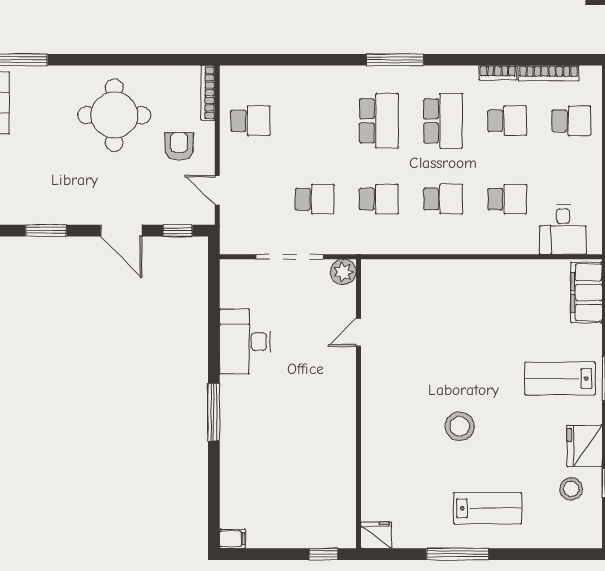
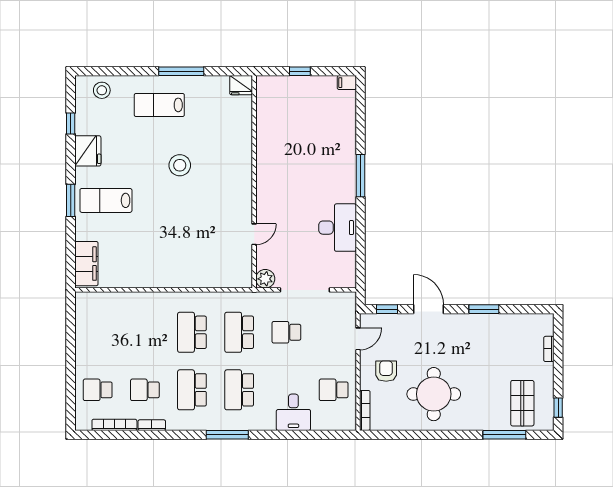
armchair: (179, 146) -> (386, 371), turned 180
door: (217, 190) -> (358, 339), hinge flipped
school desk: (379, 199) -> (239, 332), width x1.85
school desk: (443, 199) -> (192, 332), width x1.85
school desk: (507, 199) -> (145, 332), removed
desk: (563, 230) -> (293, 412), moved, turned 180
lab bench: (560, 378) -> (106, 200), turned 180
stool: (571, 489) -> (102, 90), moved
window: (323, 554) -> (300, 71), moved

